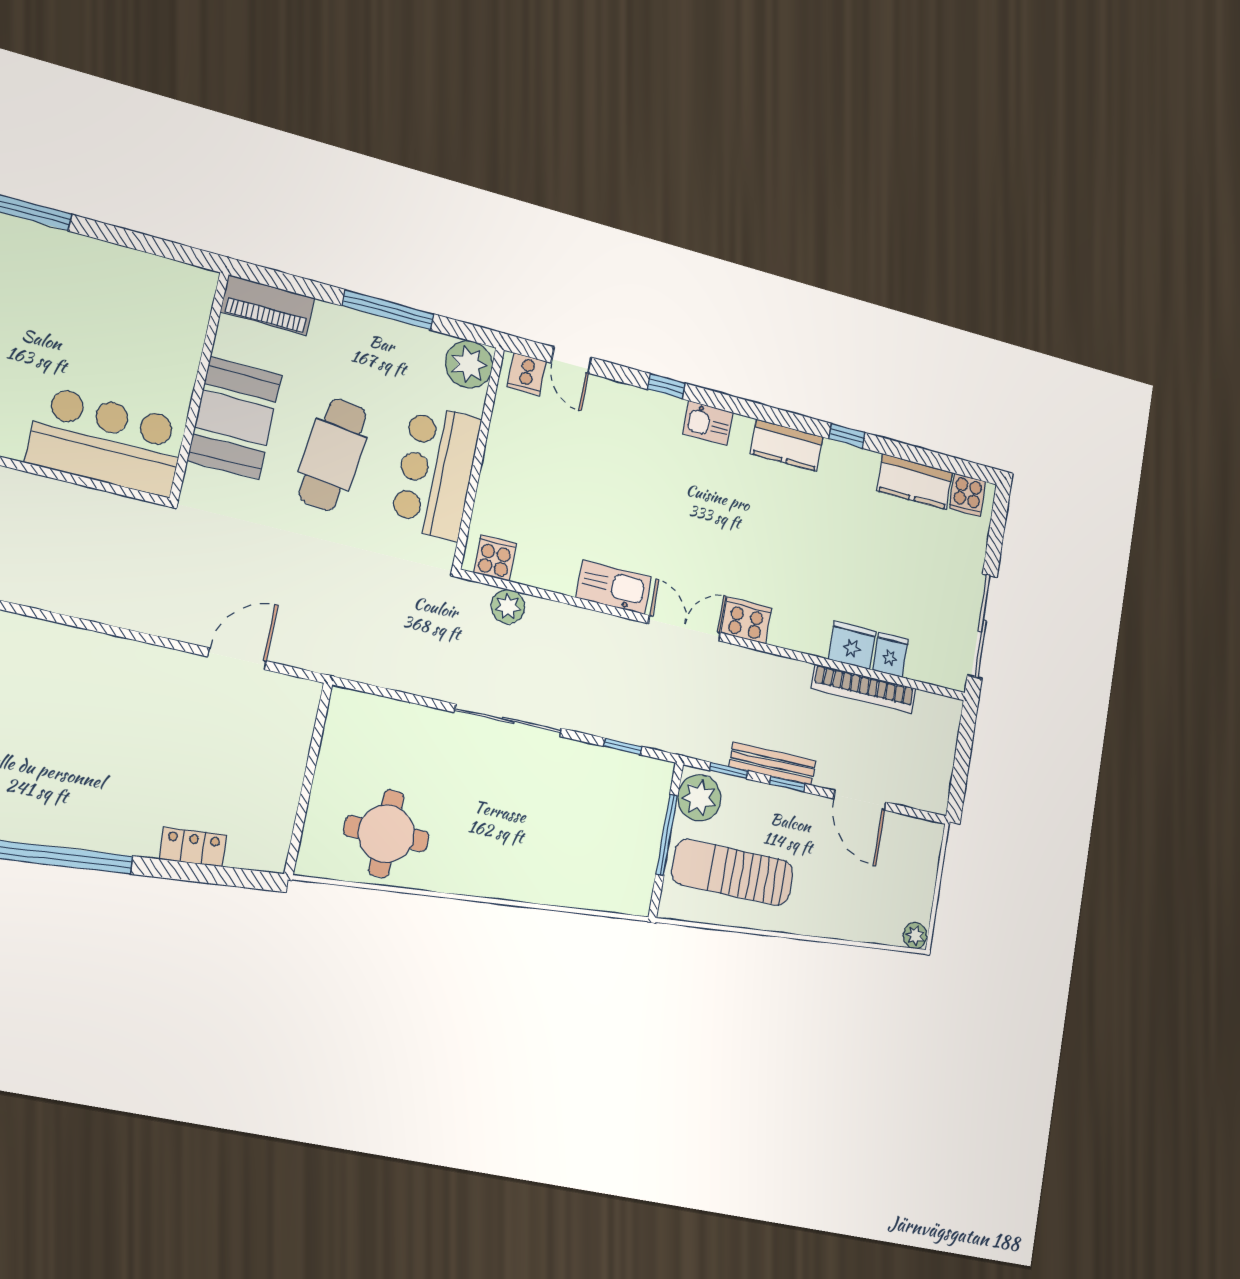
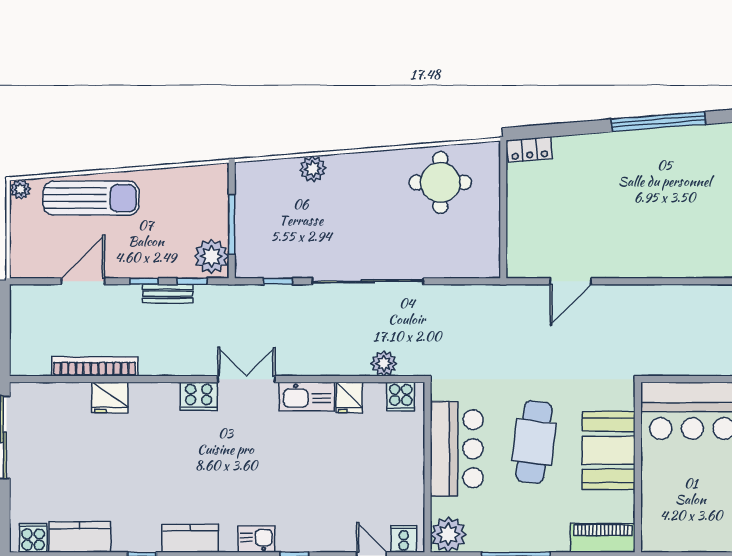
double door: (684, 628) -> (246, 379), swing flipped
fridge: (890, 654) -> (349, 397), moved
sliding door: (508, 720) -> (368, 281), width x1.36
bench: (772, 764) -> (168, 294), width x0.73
door: (860, 800) -> (83, 281), hinge flipped
locker: (193, 847) -> (529, 149), moved
sun lounger: (732, 872) -> (91, 198), moved
plant: (550, 887) -> (313, 169), added

